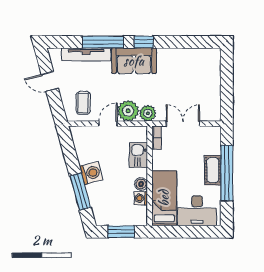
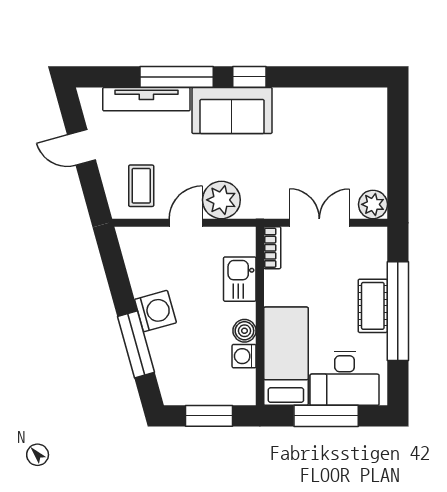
plant: (148, 113) -> (373, 204), moved
window: (187, 232) -> (326, 416), added

